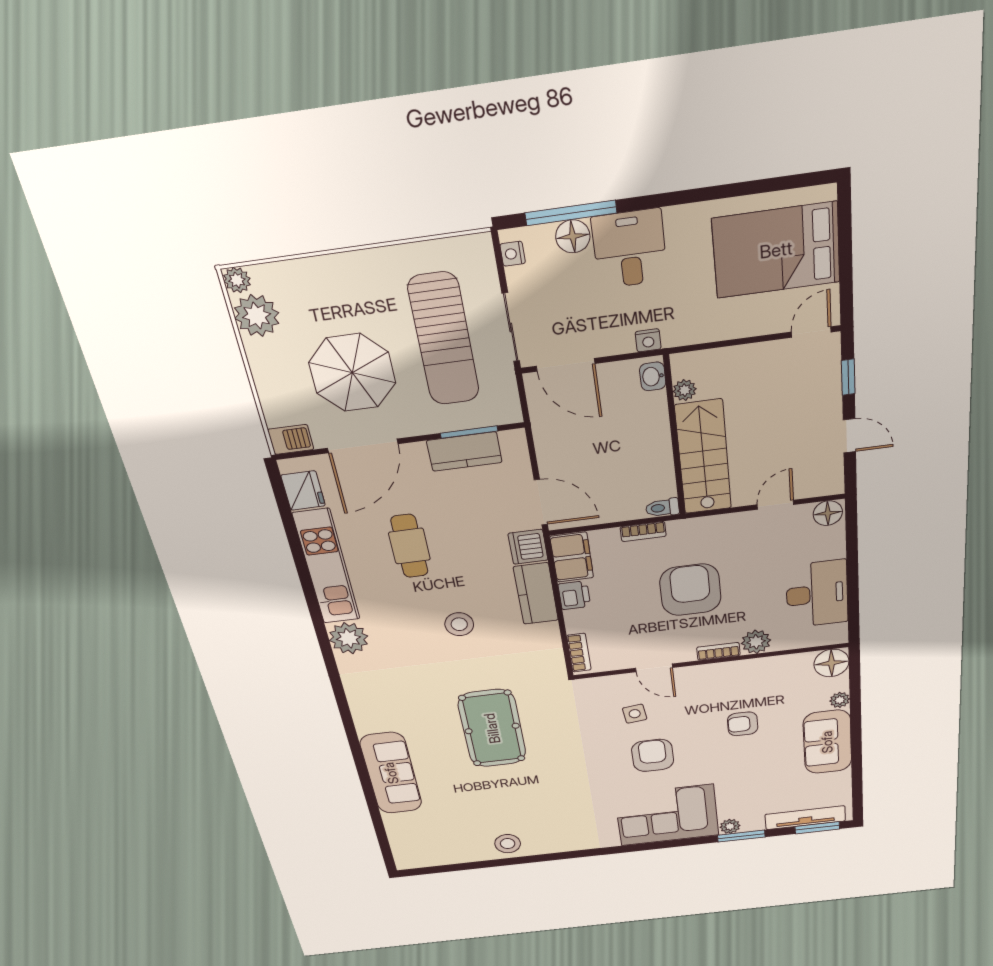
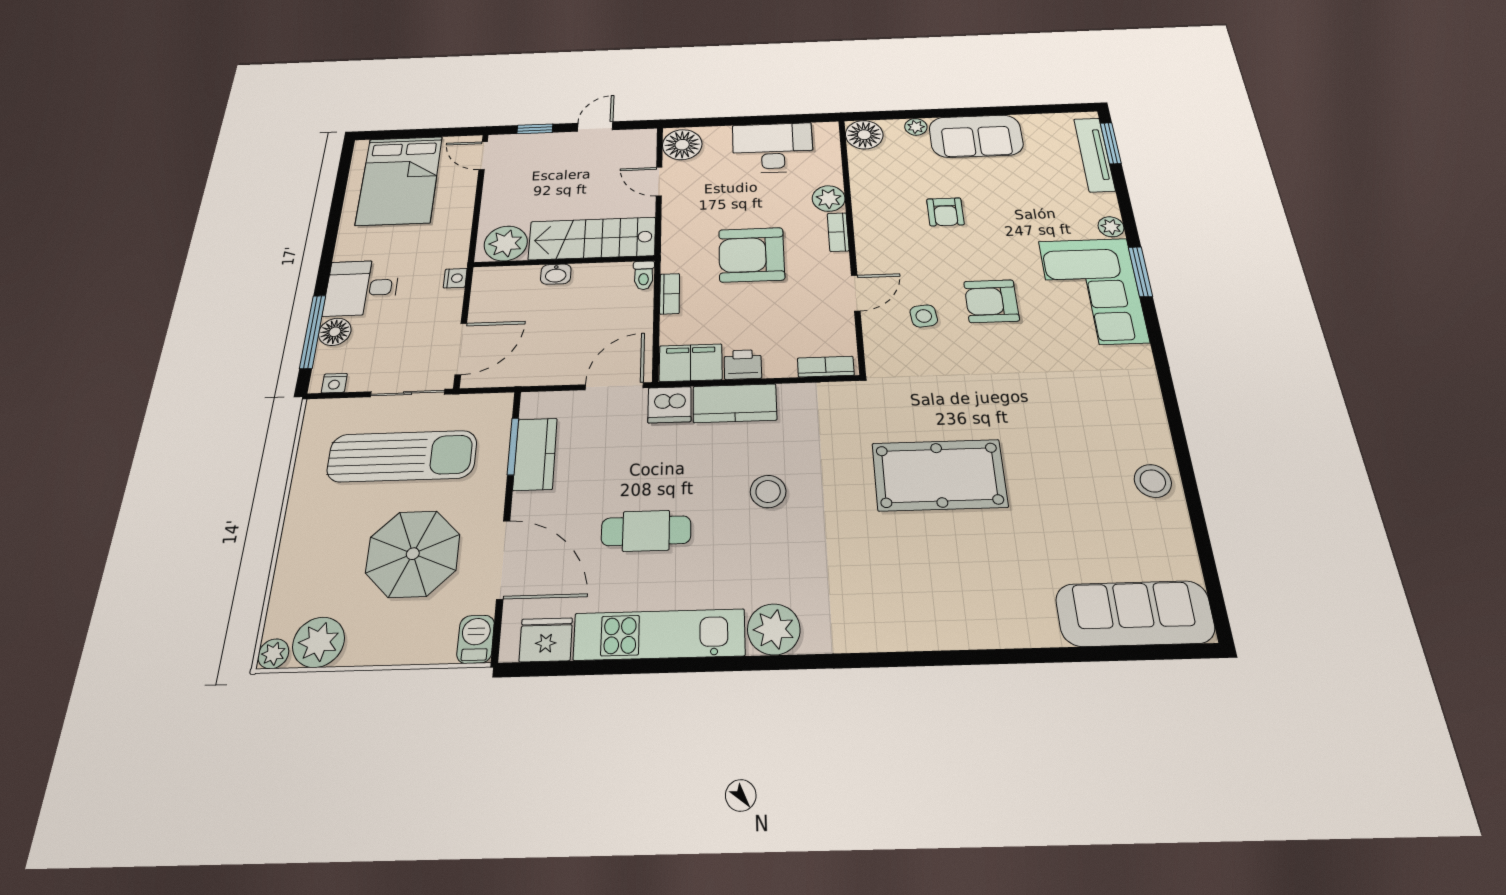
washbasin: (653, 376) -> (556, 274), moved
plant: (685, 390) -> (506, 243), width x1.87, depth x1.87
floor lamp: (828, 513) -> (682, 145), width x1.38, depth x1.38
sofa: (391, 773) -> (1135, 613), moved
window: (741, 836) -> (1140, 272), moved

